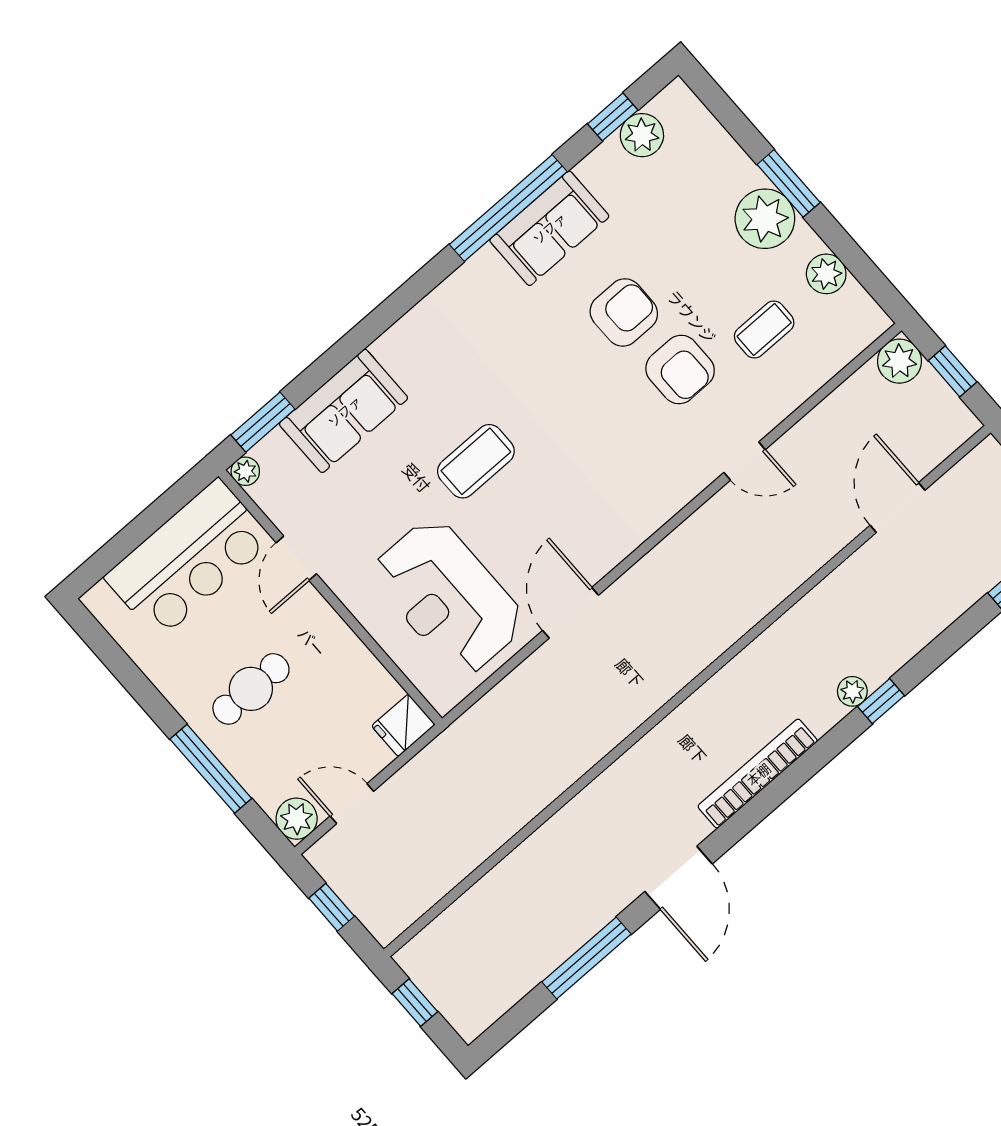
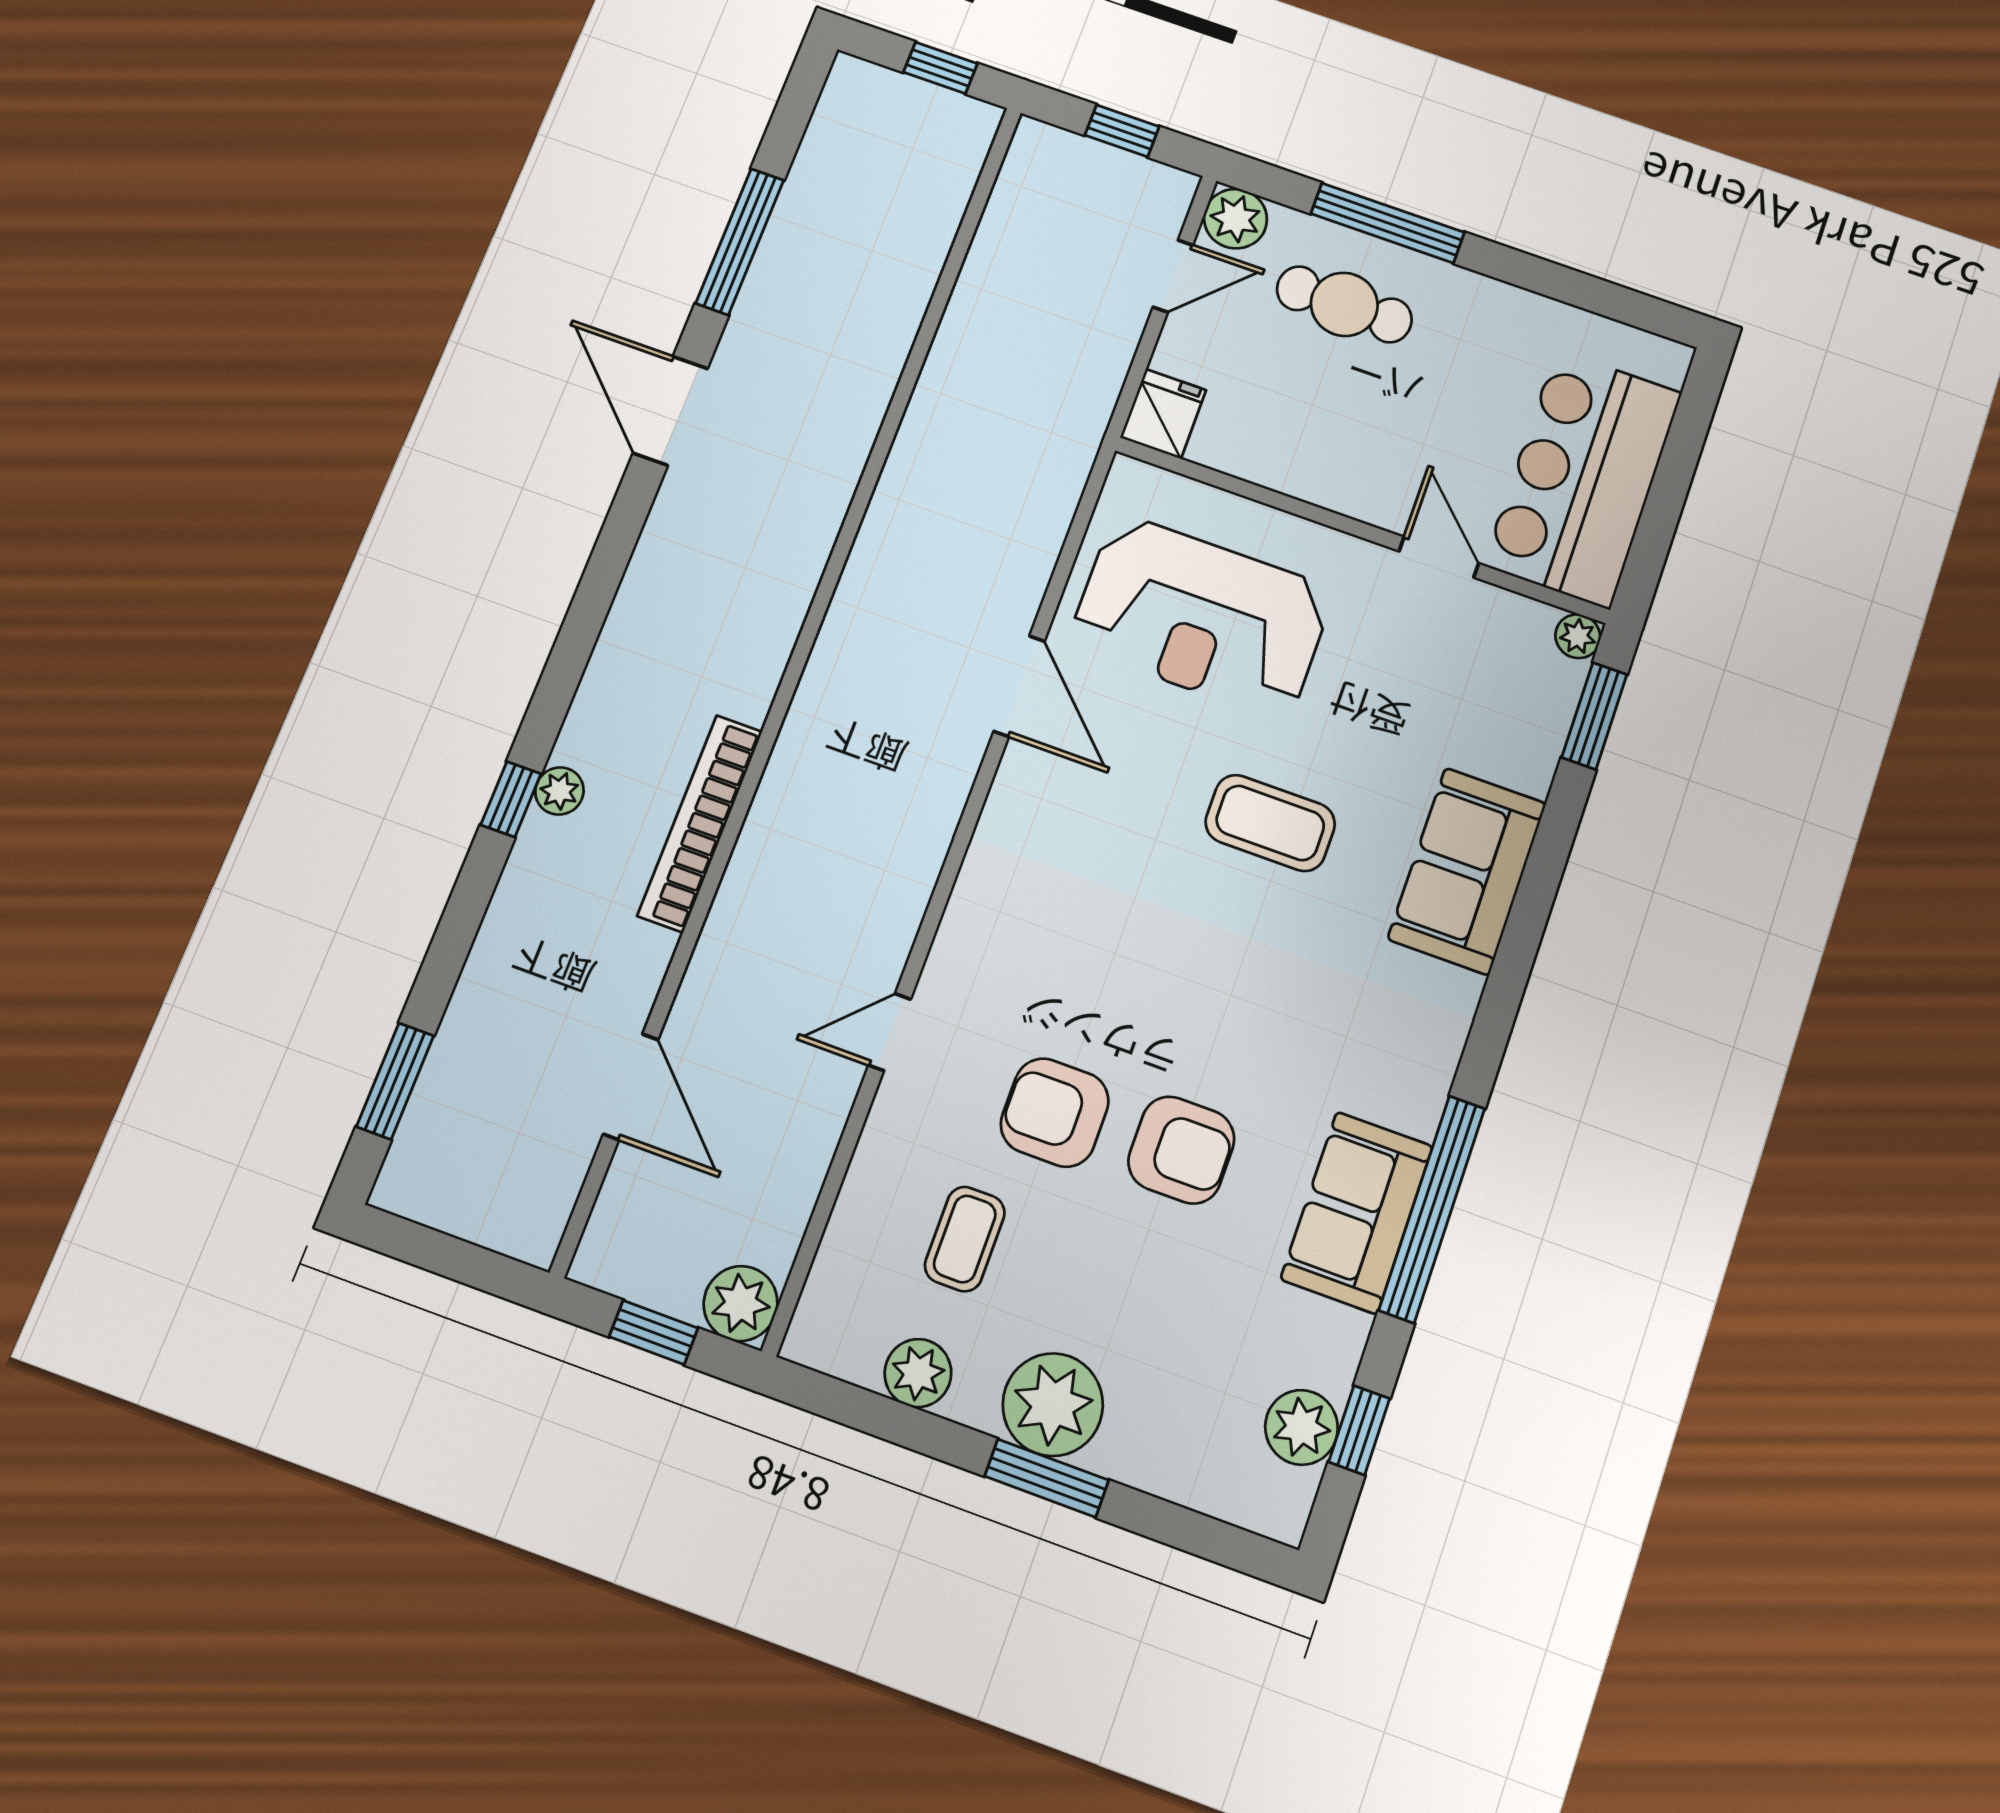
armchair: (624, 312) -> (1181, 1150), turned -90
sofa: (344, 411) -> (1467, 871), moved
coffee table: (476, 461) -> (1270, 823), turned 90
reception desk: (448, 597) -> (1201, 617), turned 180
cafe table: (251, 689) -> (1344, 304), moved, turned 90
bookcase: (758, 774) -> (700, 823), moved, turned 180

